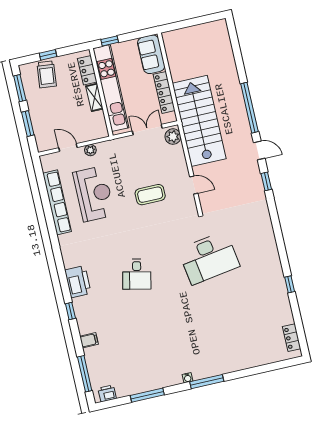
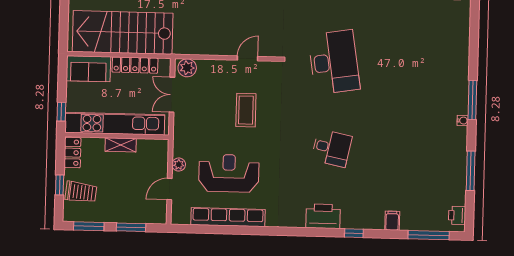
locker: (87, 70) -> (72, 153), moved, turned -90
stairs: (199, 121) -> (123, 32), moved

